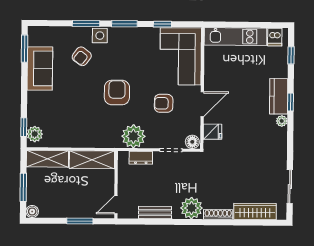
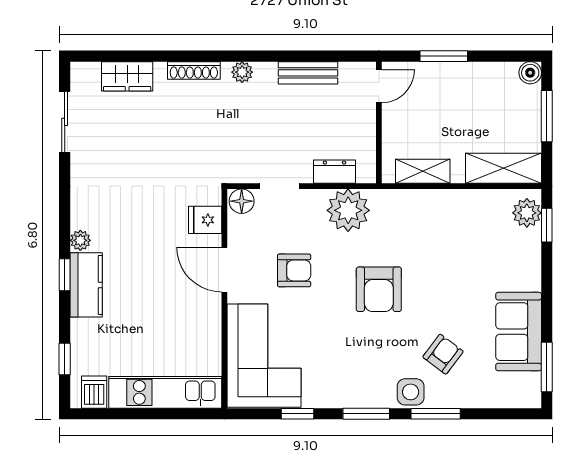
door: (202, 104) -> (224, 270), hinge flipped
shelving: (92, 160) -> (423, 171), width x0.67, depth x0.75
plant: (191, 208) -> (242, 72), width x0.53, depth x0.53
wardrobe: (255, 211) -> (127, 76), width x0.67

